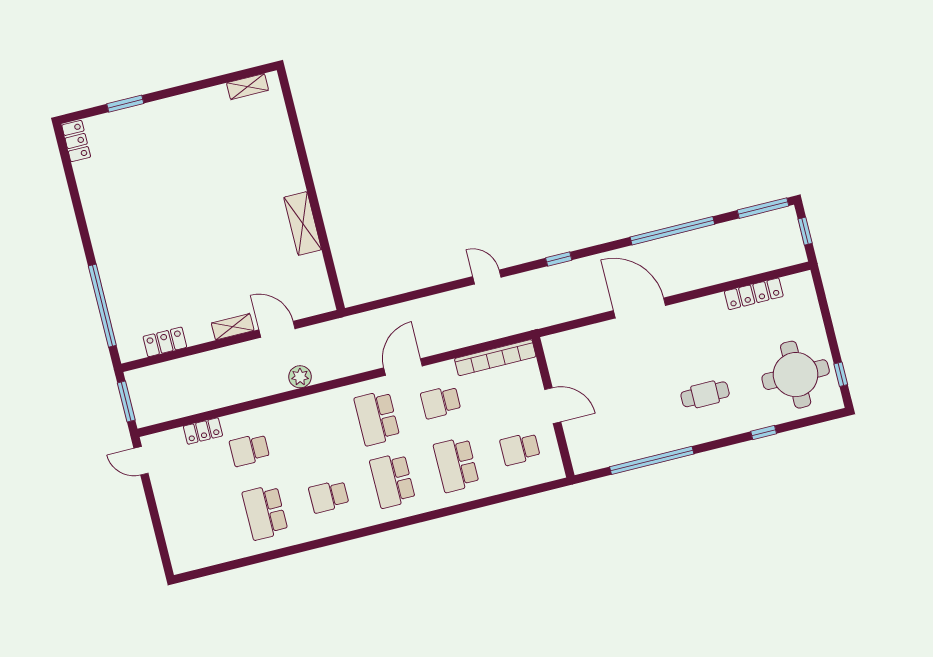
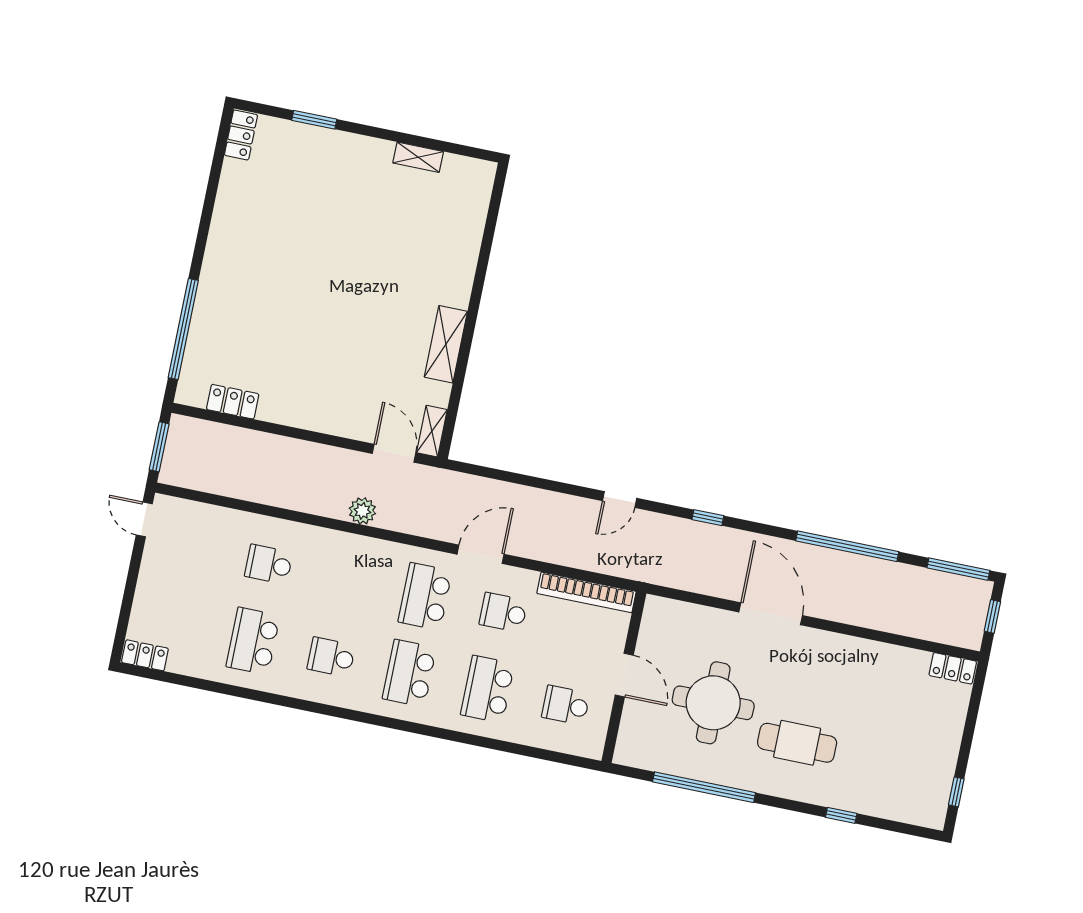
shelving: (247, 87) -> (418, 157), moved
door: (487, 277) -> (620, 500), swing flipped
locker: (754, 294) -> (953, 668), moved, width x0.66
shelving: (233, 327) -> (432, 431), moved, turned 90
door: (277, 329) -> (394, 453), moved
round table: (796, 375) -> (713, 703), moved
cafe table: (705, 394) -> (797, 743), width x1.37, depth x1.35
locker: (203, 431) -> (145, 655), moved, turned 180

